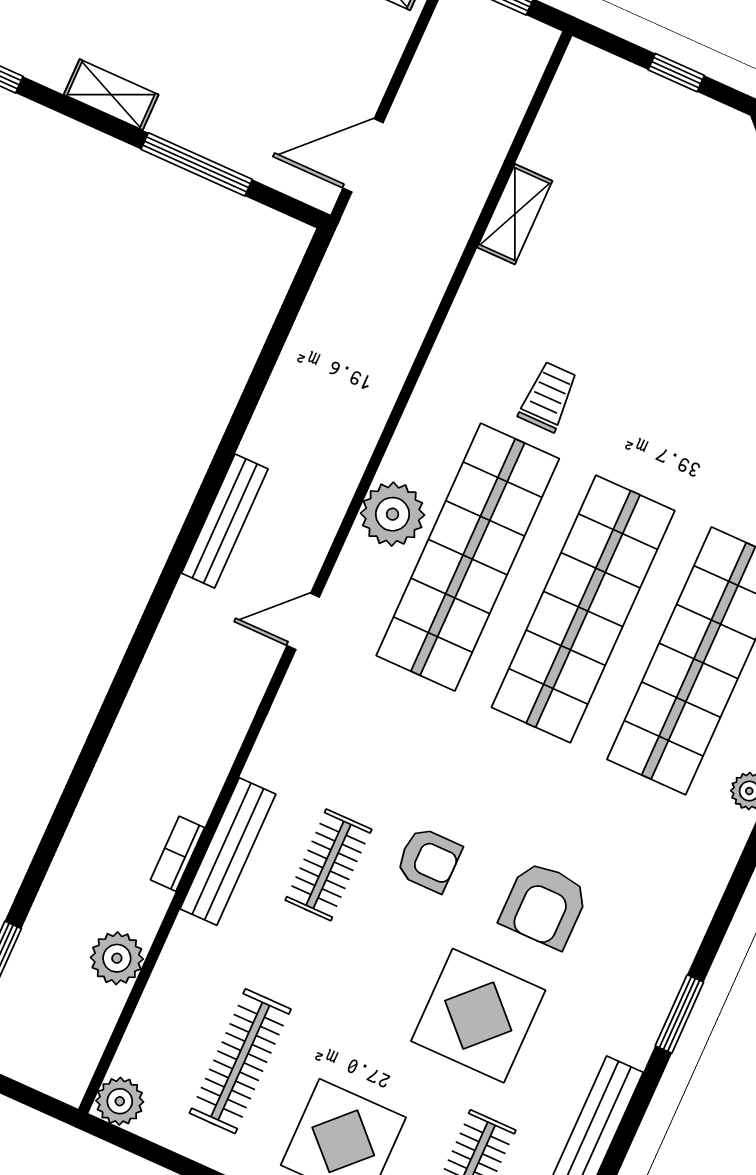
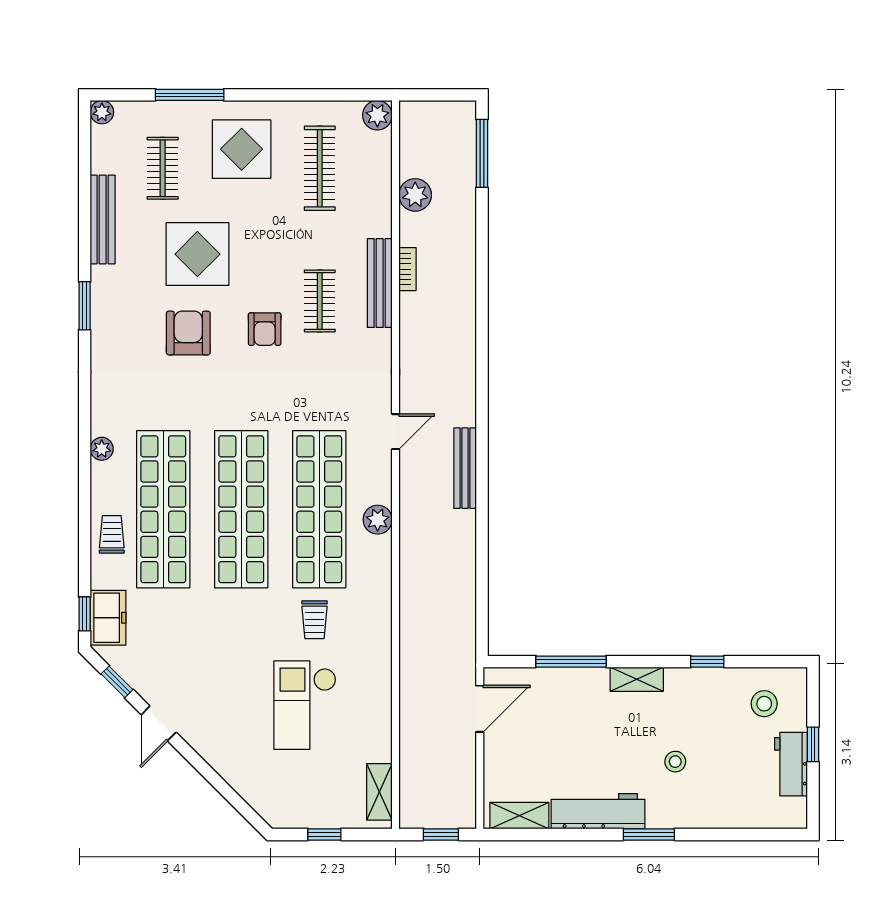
shelving: (515, 214) -> (379, 792), moved
checkout: (619, 277) -> (305, 705), added
plant: (392, 514) -> (378, 520), width x0.73, depth x0.73
armchair: (429, 860) -> (265, 329), turned -90

